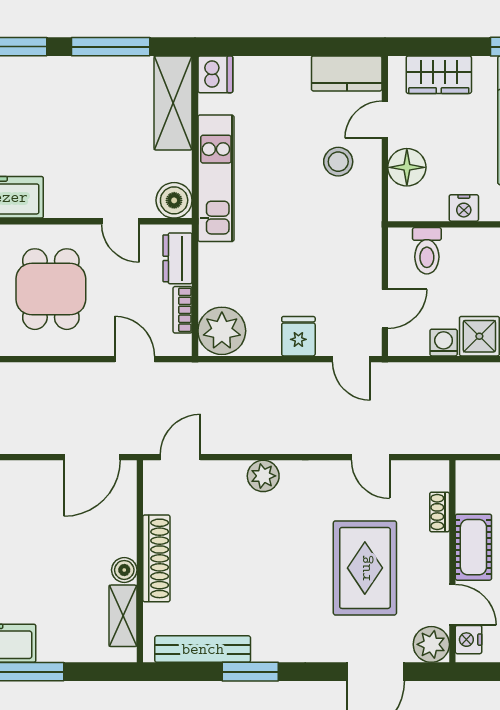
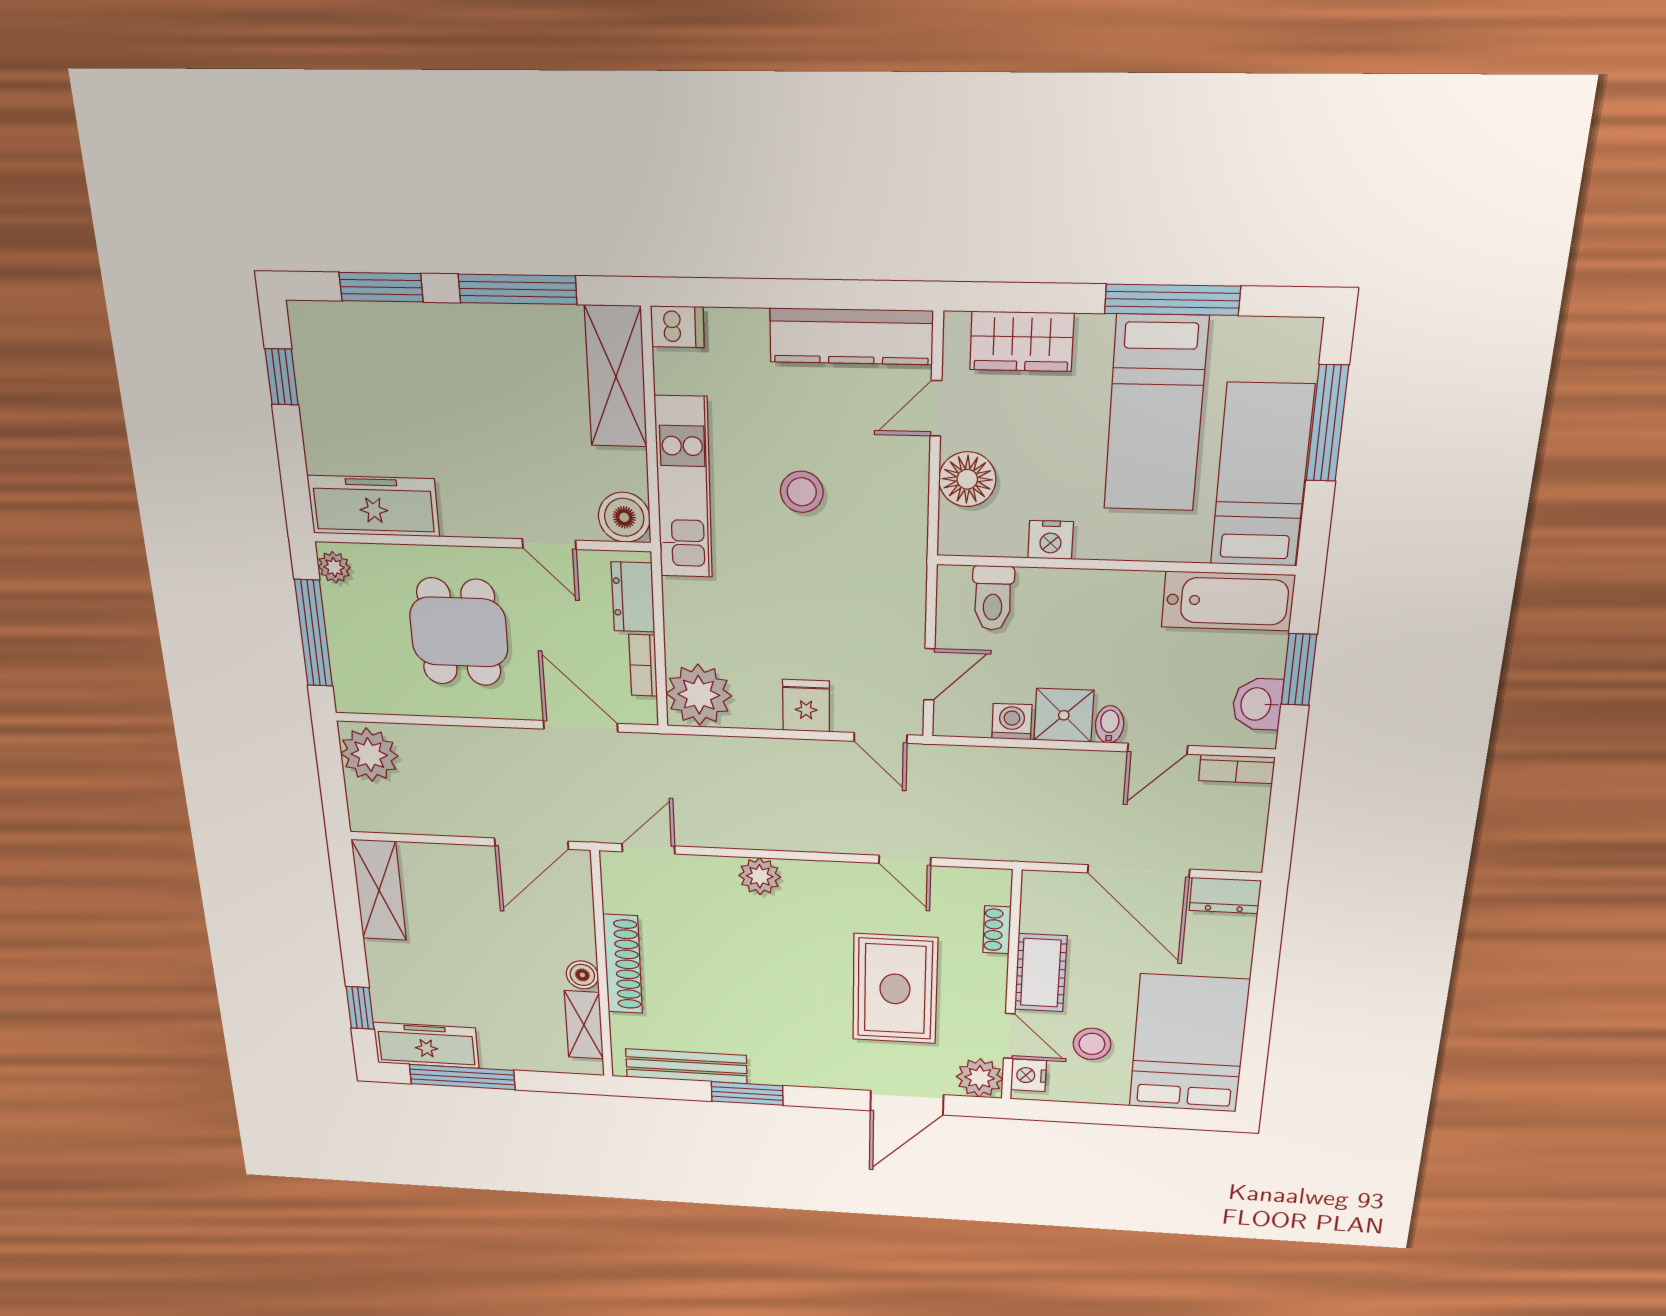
kitchen counter: (347, 73) -> (851, 336), width x1.50
dishwasher: (215, 74) -> (677, 327), width x0.73
stool: (338, 162) -> (802, 492), moved
door: (135, 359) -> (580, 726), width x1.38

